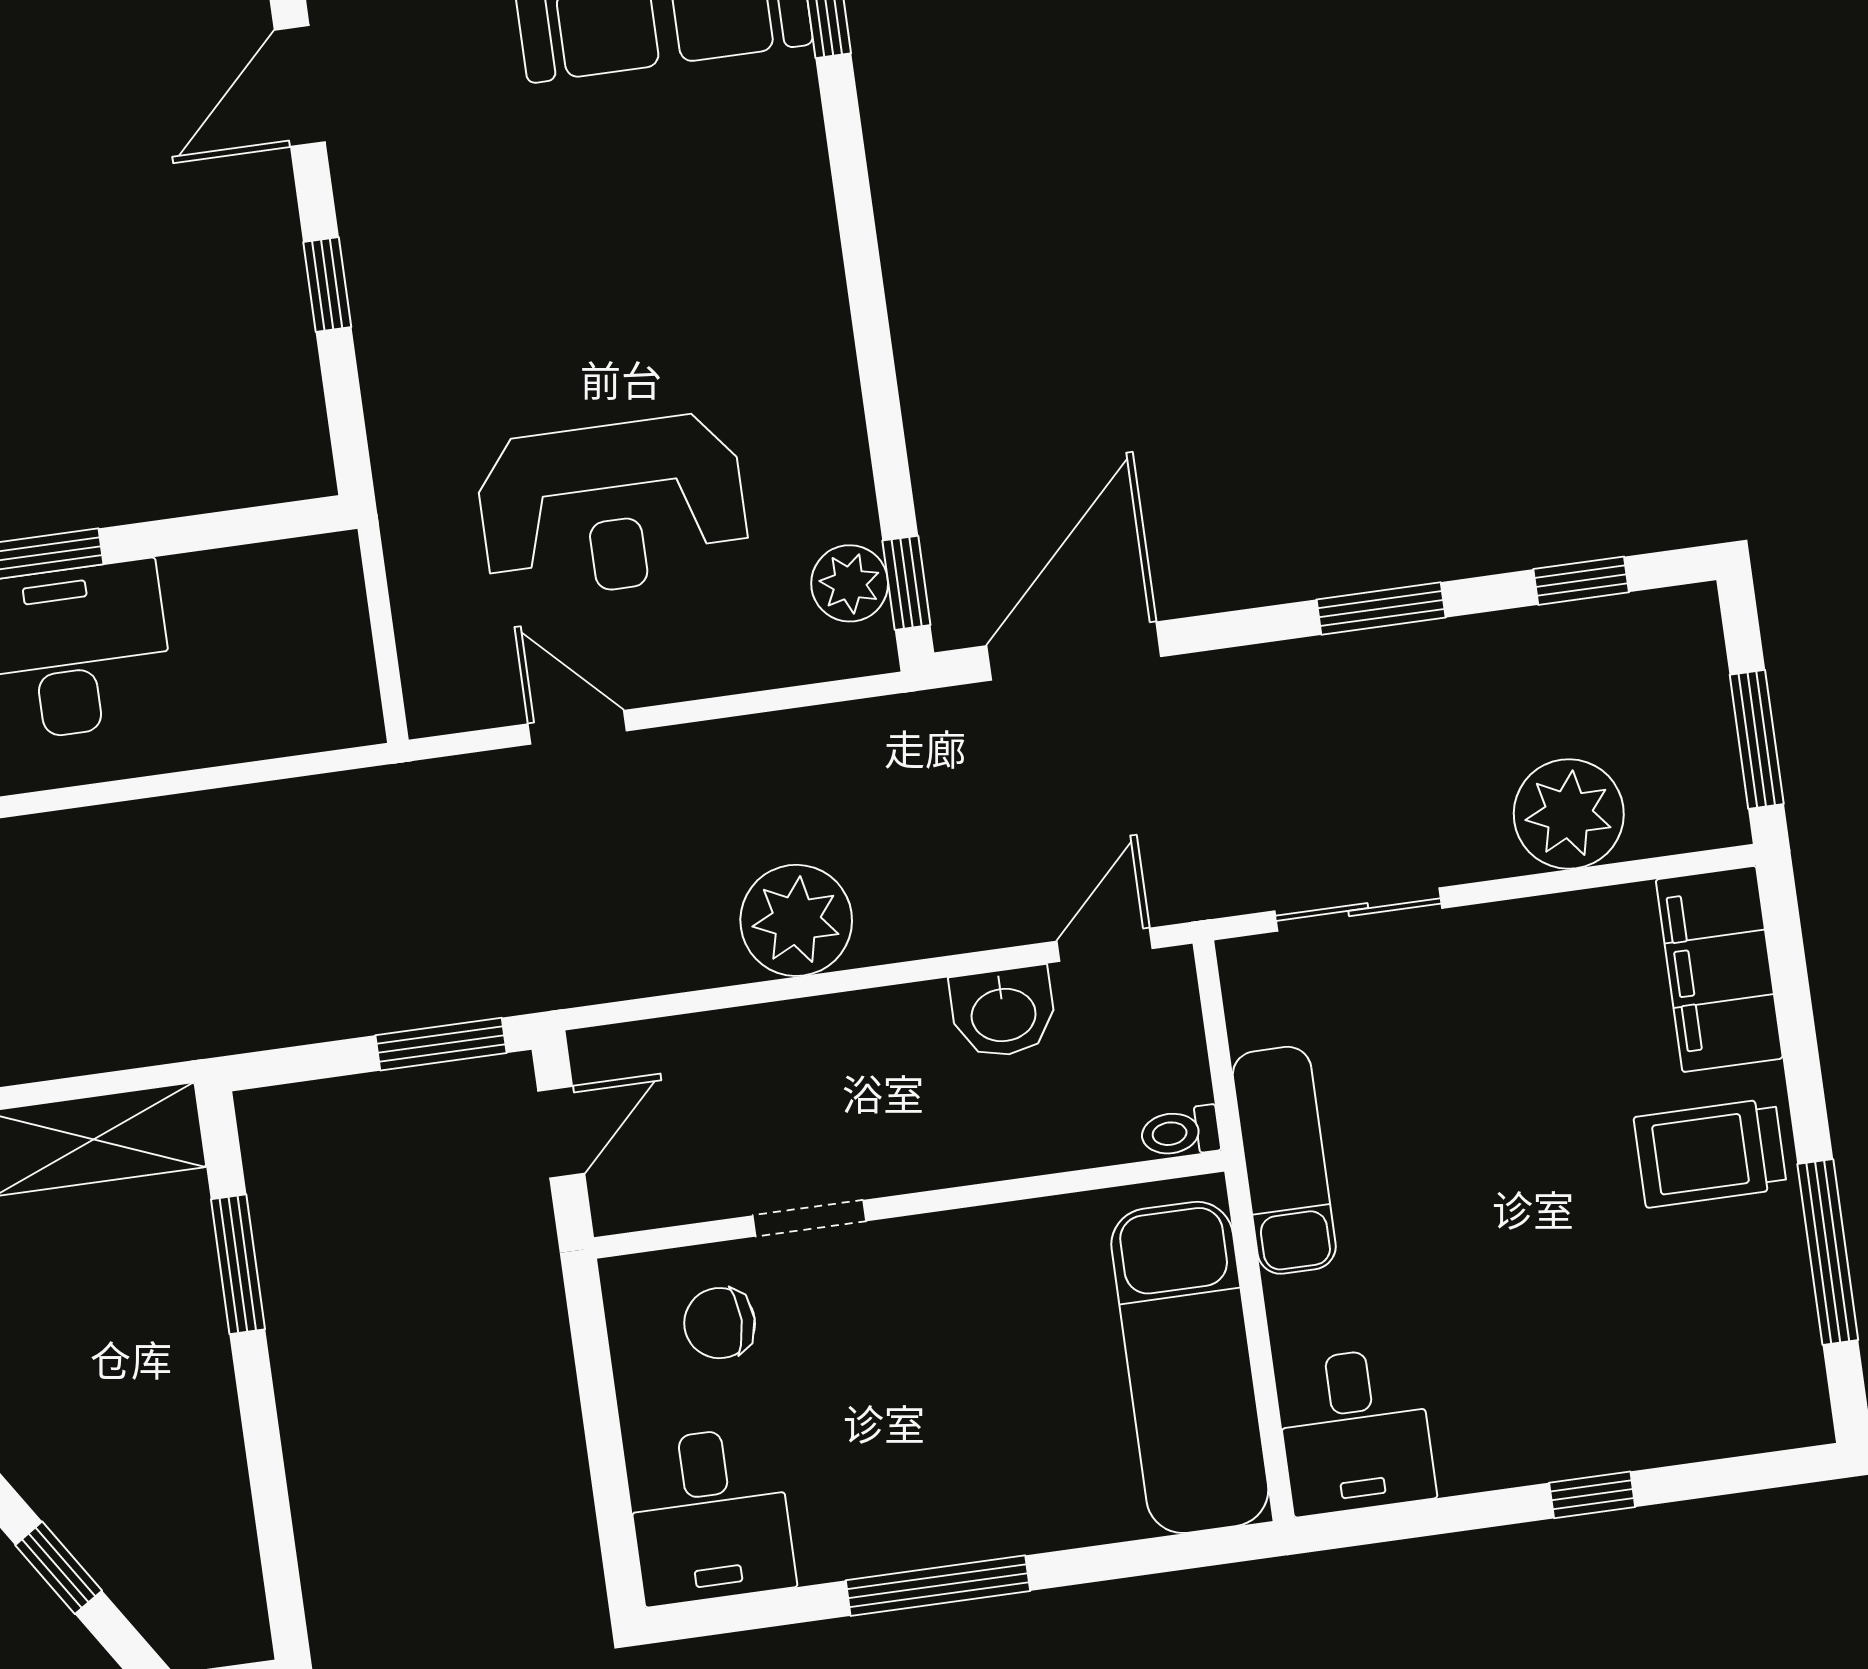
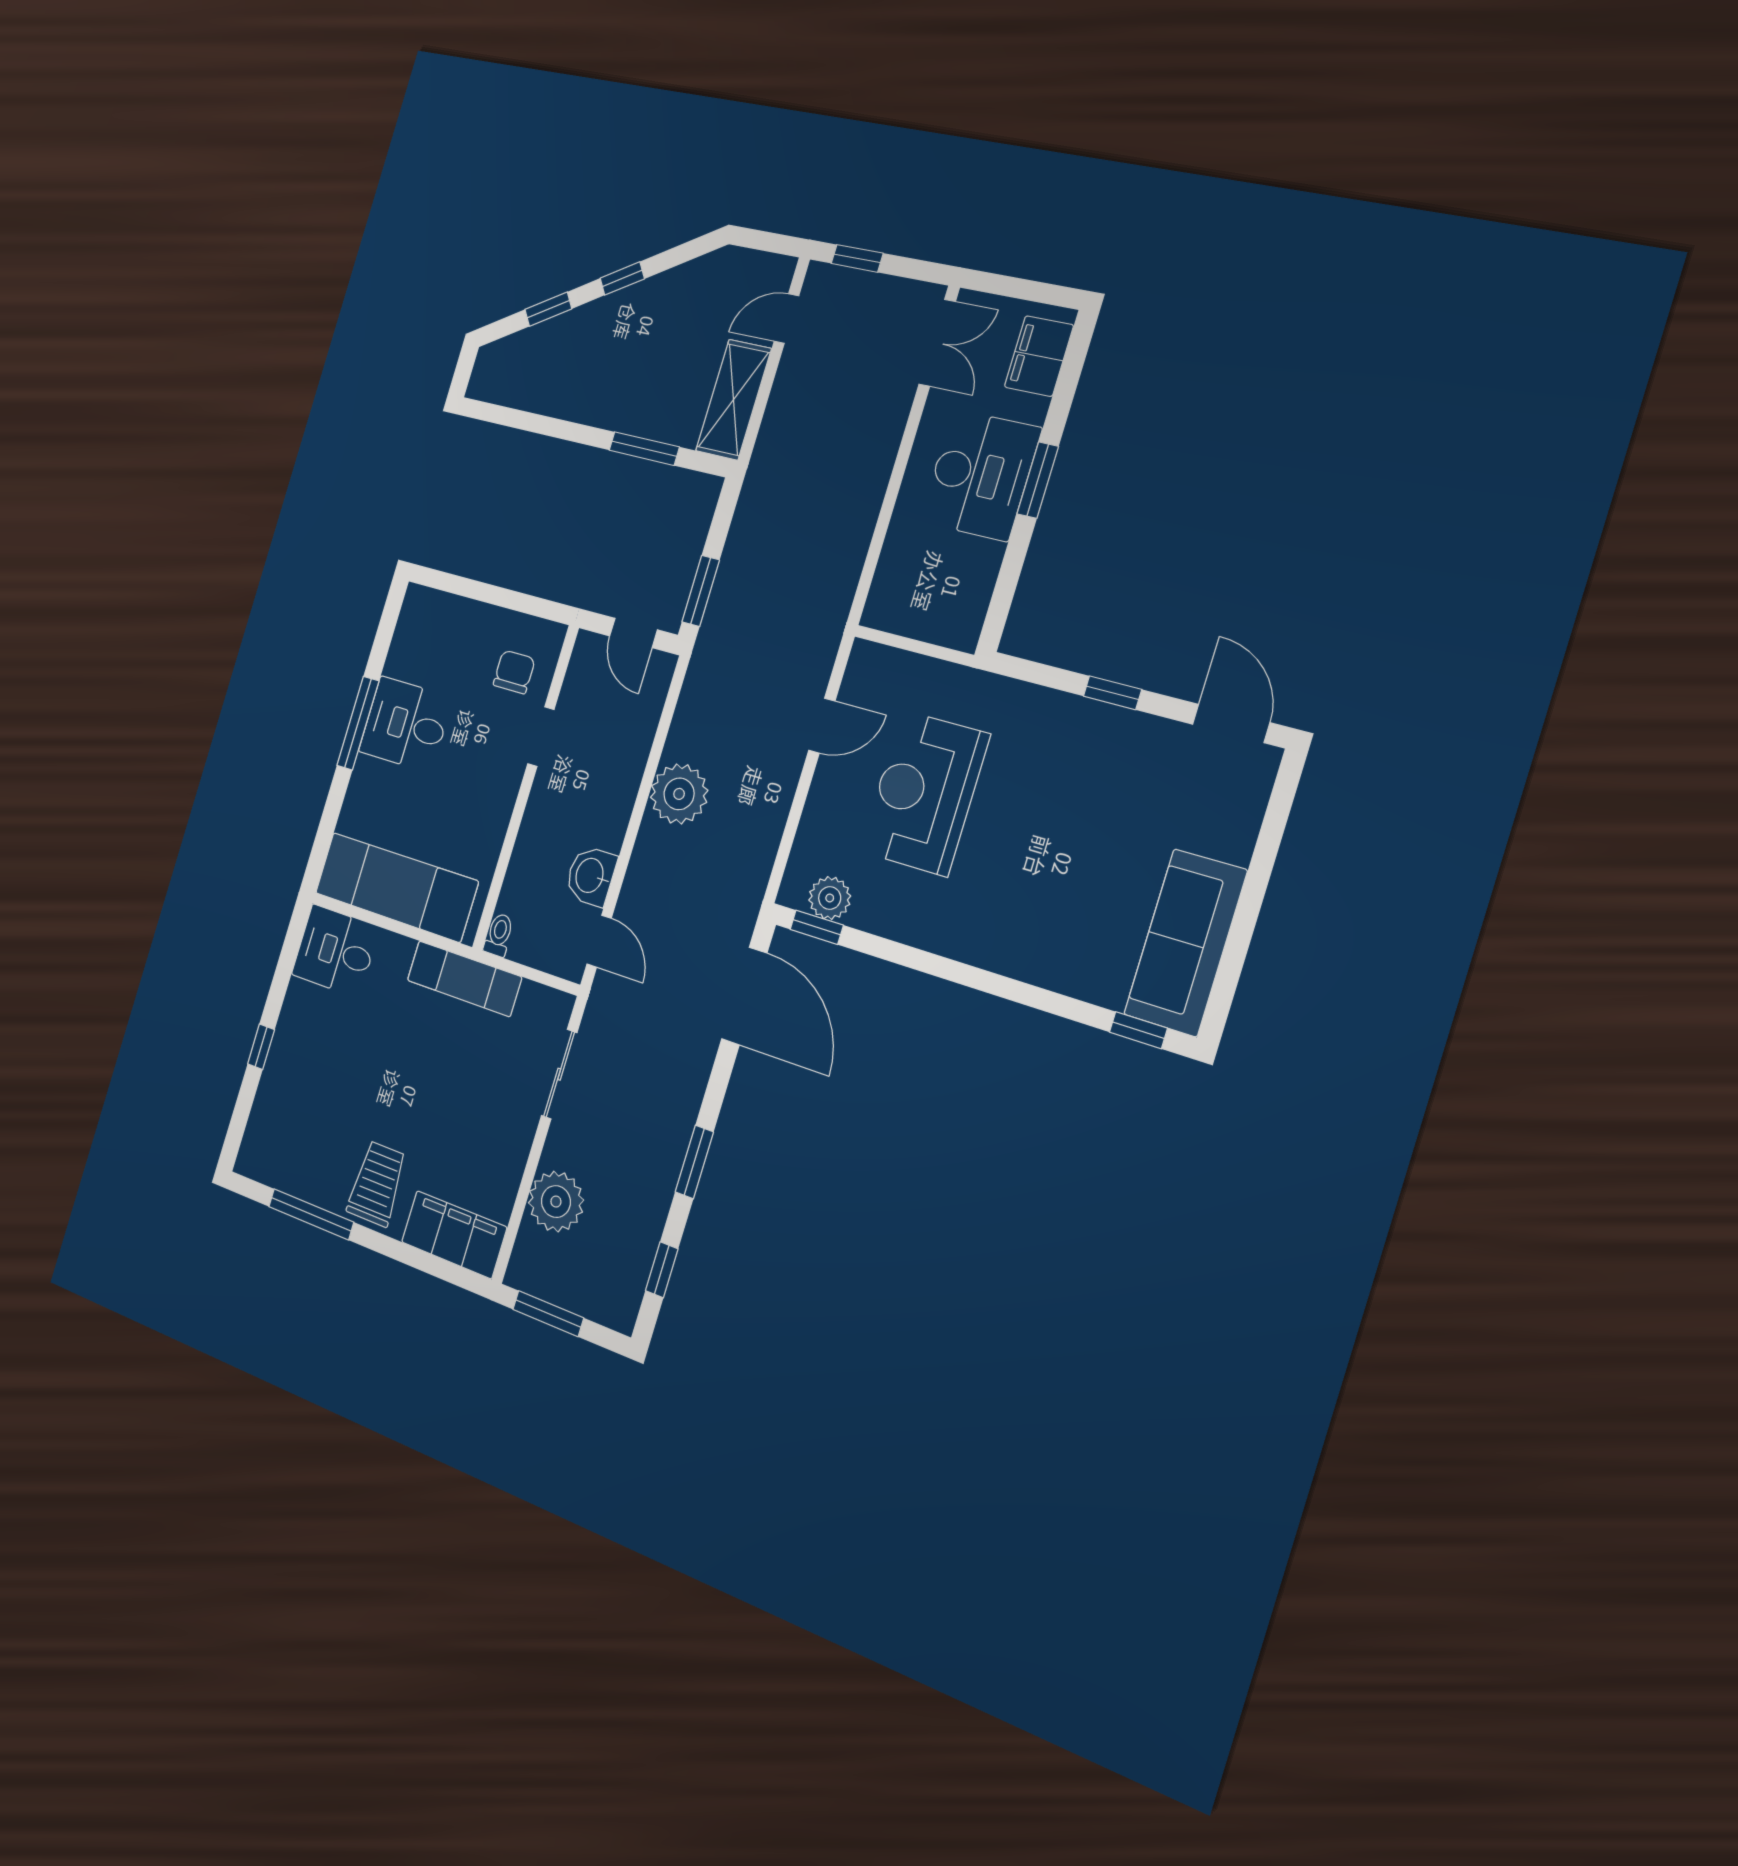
desk: (710, 1515) -> (406, 724), moved

